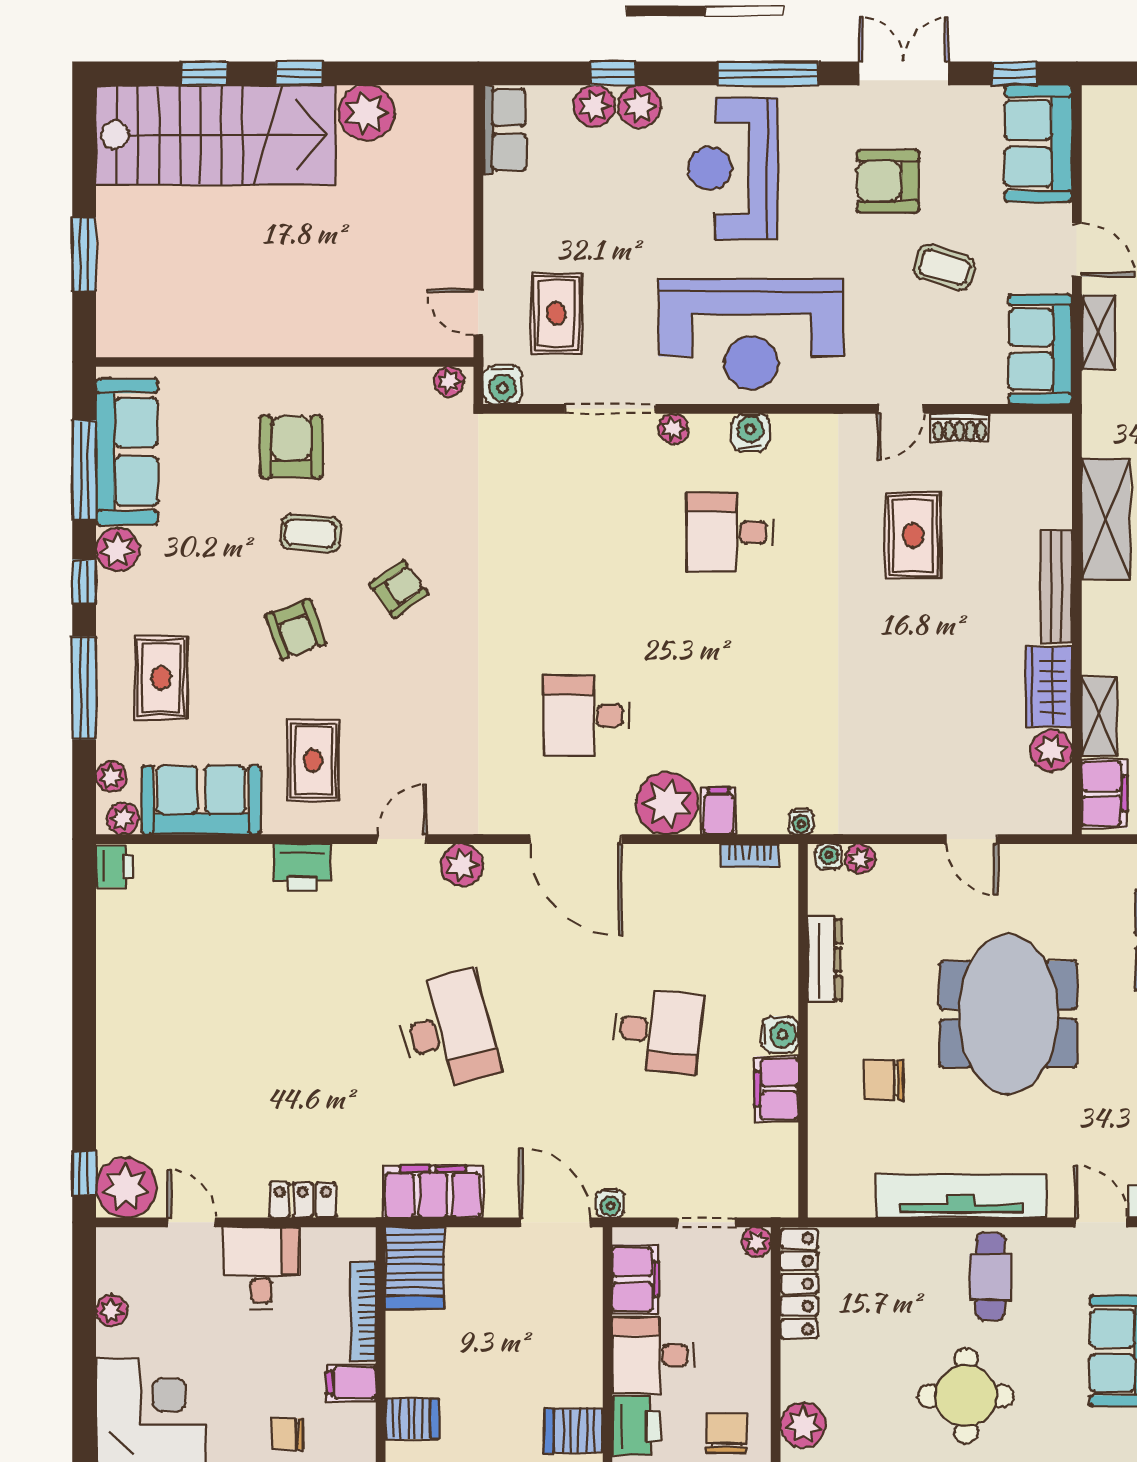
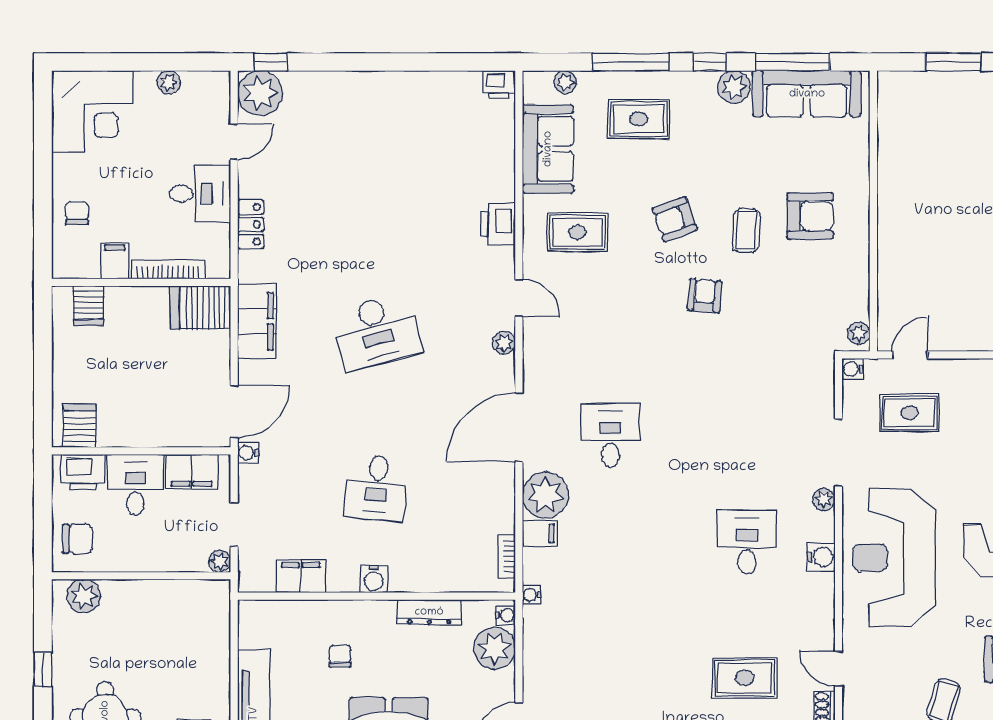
water cooler: (503, 385) -> (852, 369), width x0.72, depth x0.72
armchair: (399, 589) -> (705, 296), turned -139
plant: (123, 819) -> (534, 91), removed
plant: (860, 859) -> (494, 648), width x1.88, depth x1.88
plant: (462, 865) -> (504, 343), width x0.73, depth x0.73
chair: (884, 1080) -> (340, 656), width x0.73, depth x0.73
filing cabinet: (776, 1089) -> (301, 576), moved
locker: (799, 1284) -> (189, 593), removed

